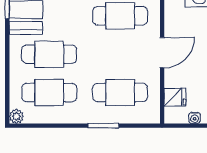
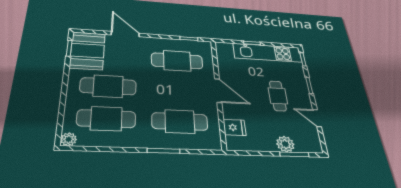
door: (162, 53) -> (218, 91), hinge flipped
water cooler: (195, 118) -> (256, 146), removed

